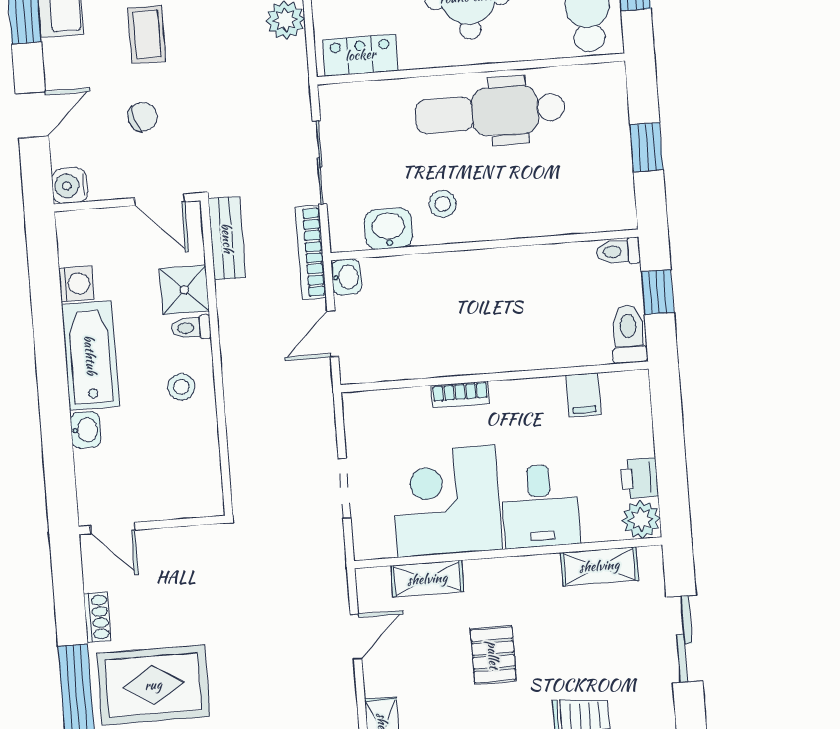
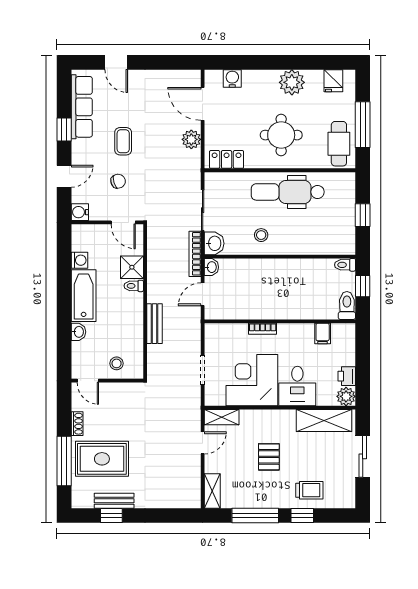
washbasin: (389, 229) -> (214, 243), moved, turned 90
bench: (227, 238) -> (154, 324), moved
stool: (181, 387) -> (117, 363), moved
shelving: (599, 566) -> (324, 420), width x1.50, depth x1.33
shelving: (427, 579) -> (222, 417), moved

